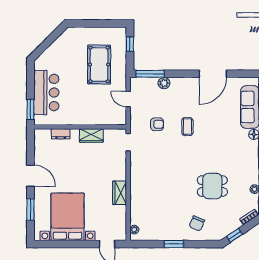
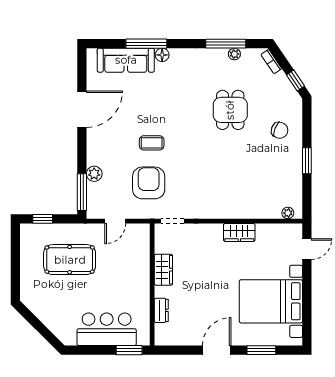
door: (213, 74) -> (82, 109), hinge flipped
armchair: (157, 124) -> (149, 183), width x1.88, depth x1.88

